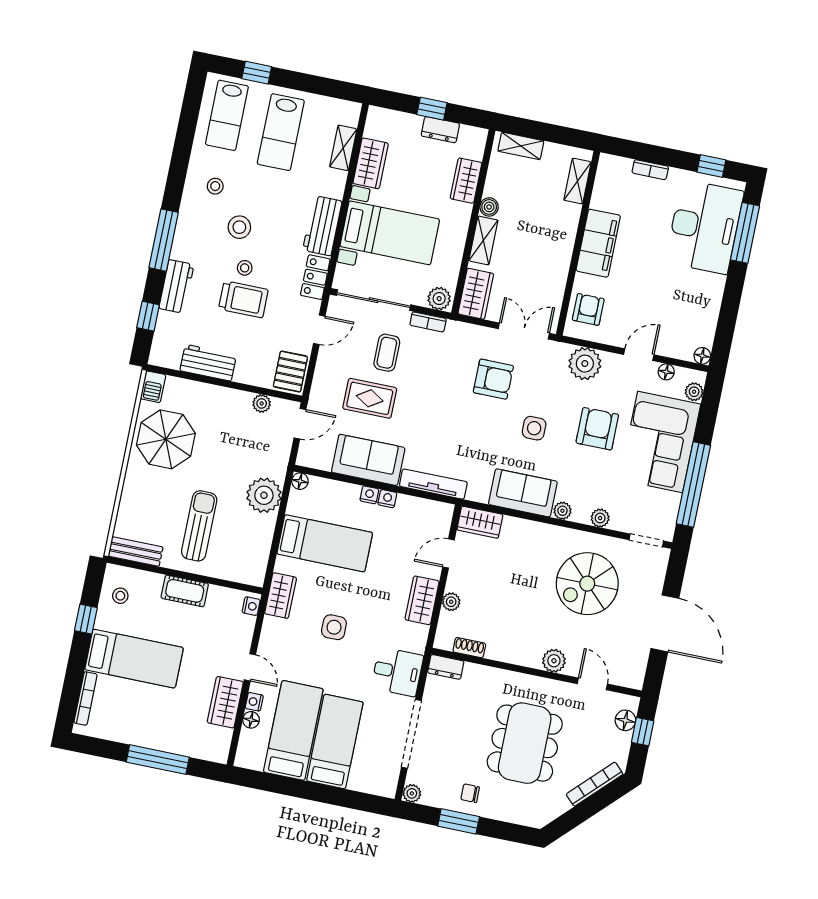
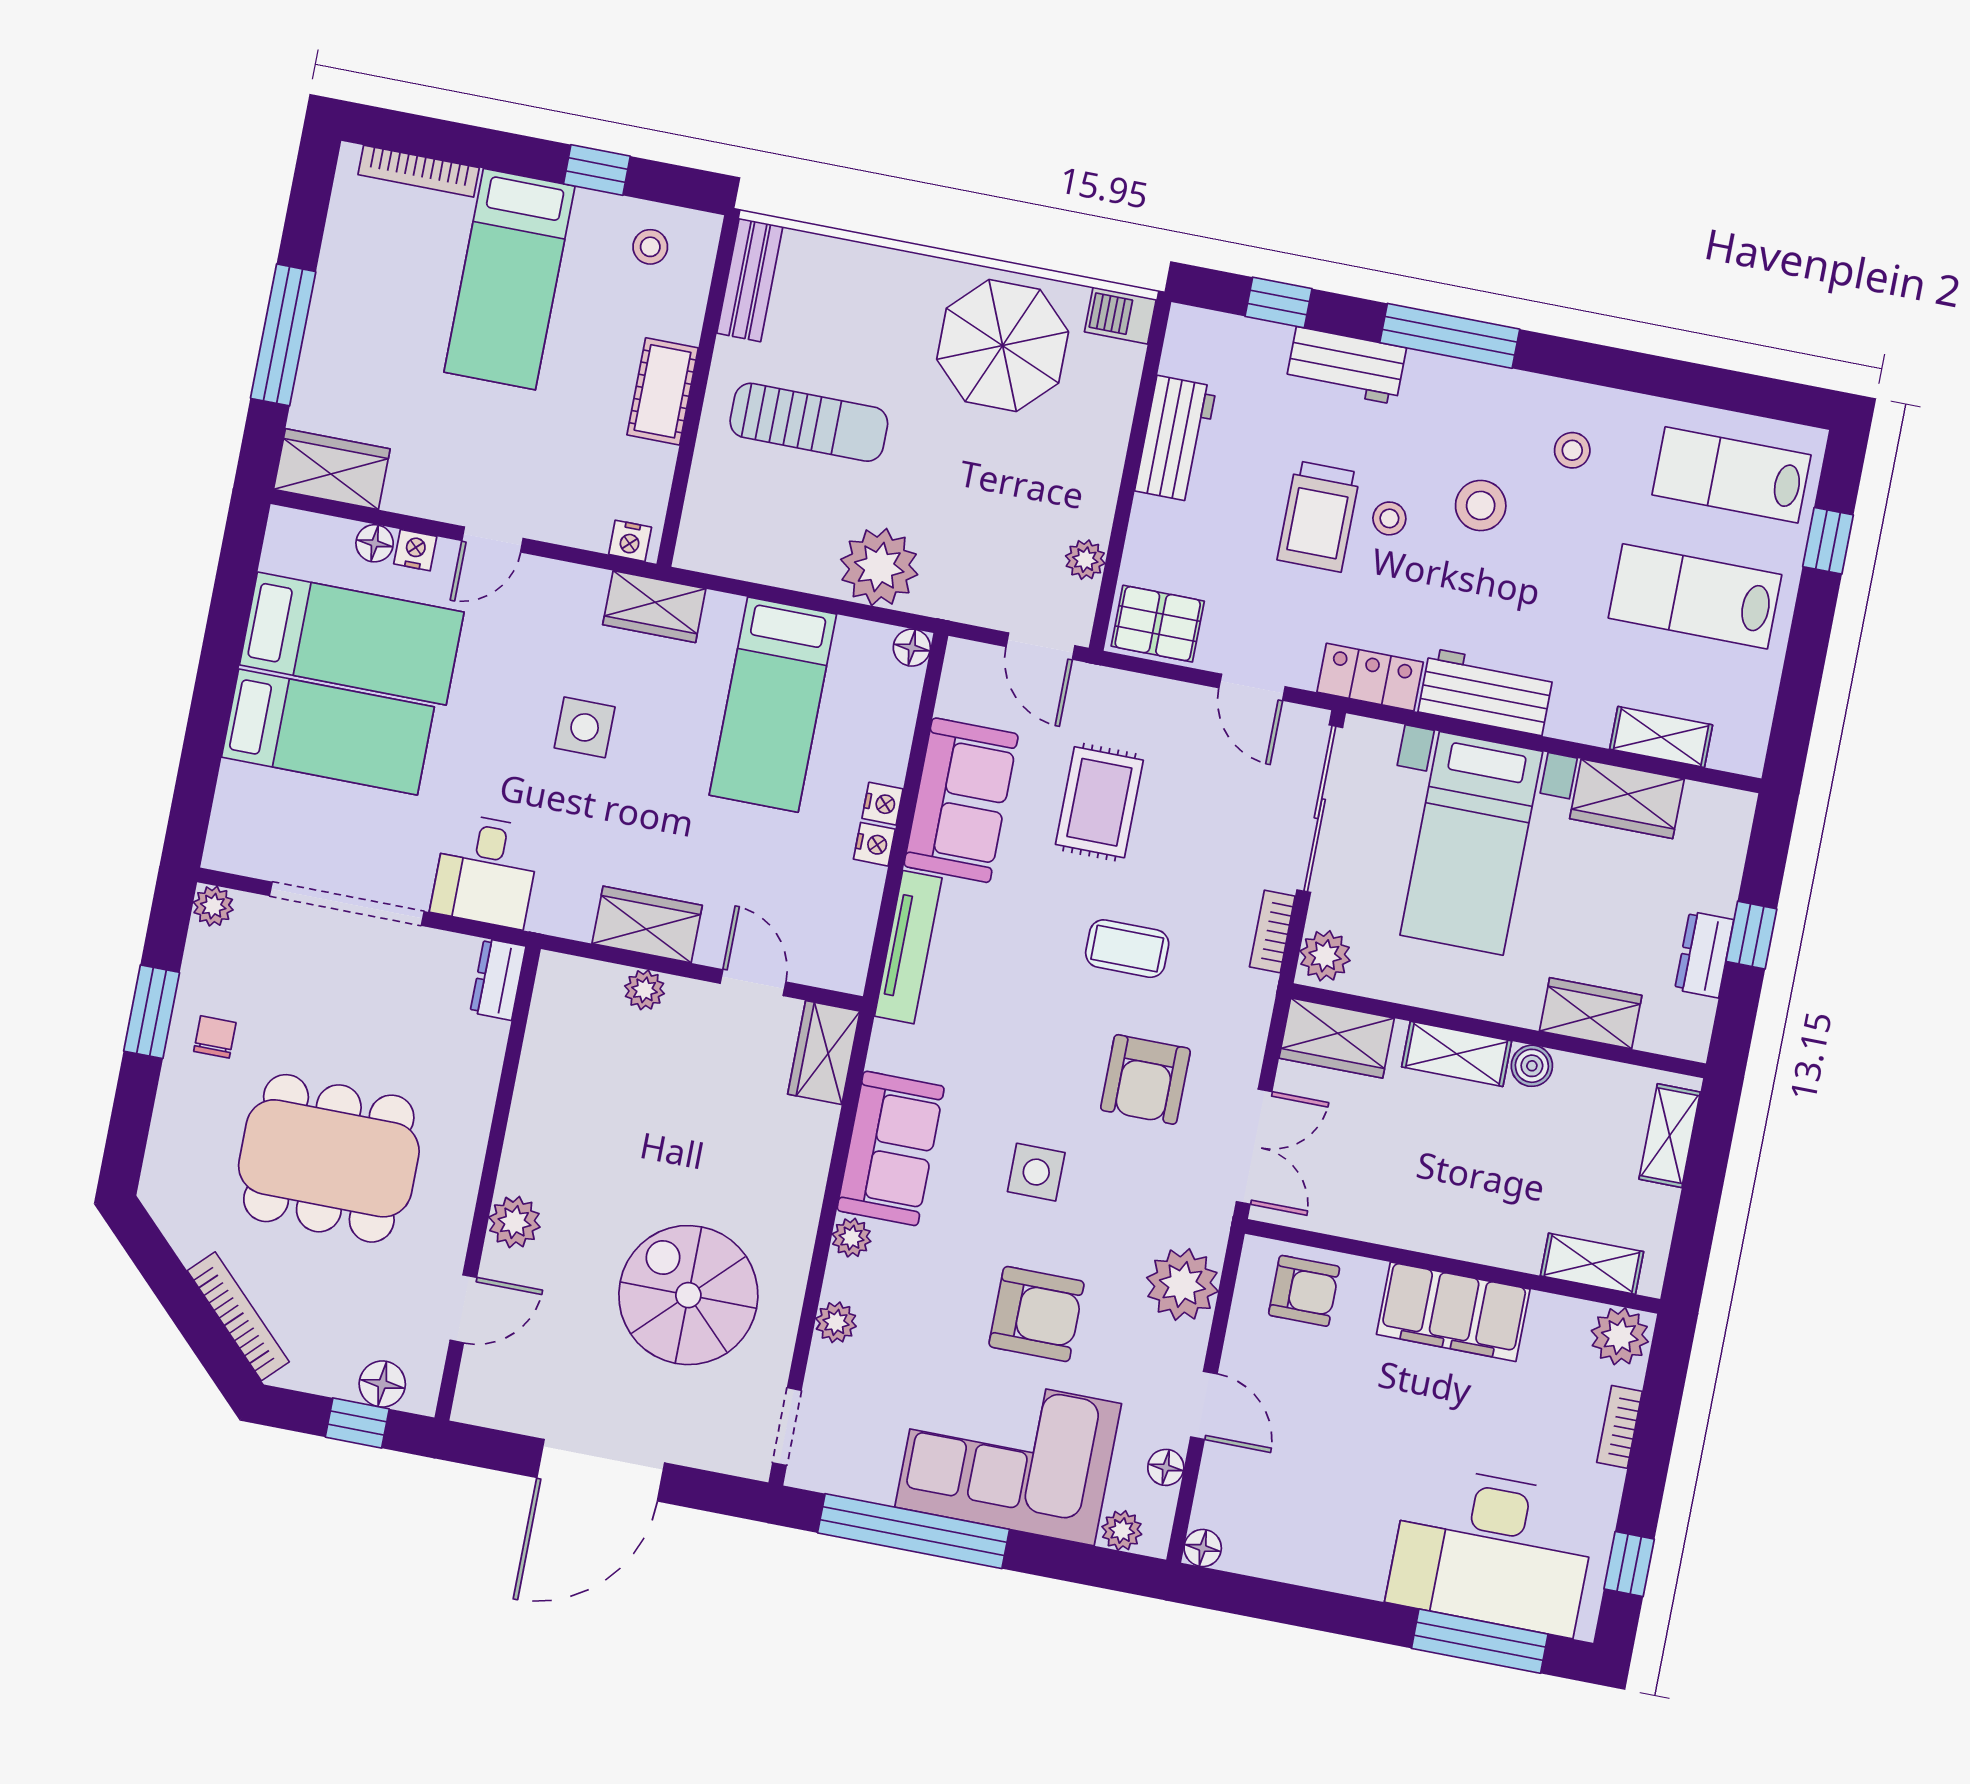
plant: (610, 169) -> (1620, 1336), added
coffee table: (387, 353) -> (1127, 949), moved
shoe rack: (469, 648) -> (542, 1032), removed
wardrobe: (225, 702) -> (332, 469), moved

